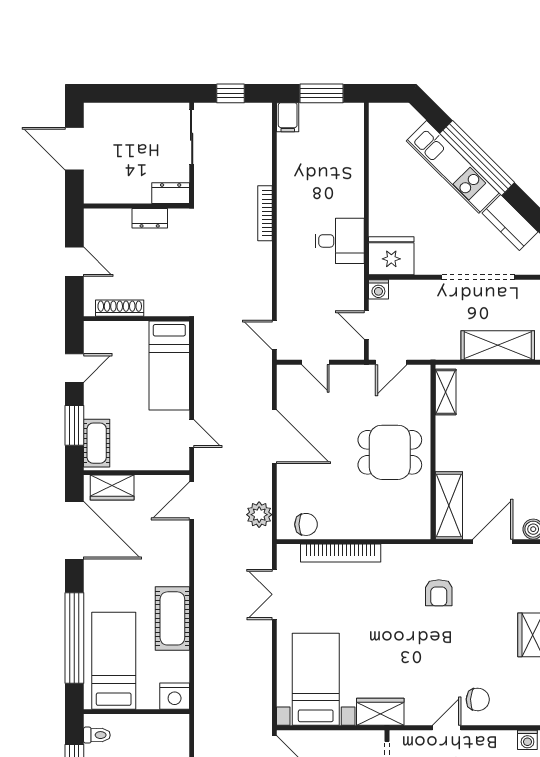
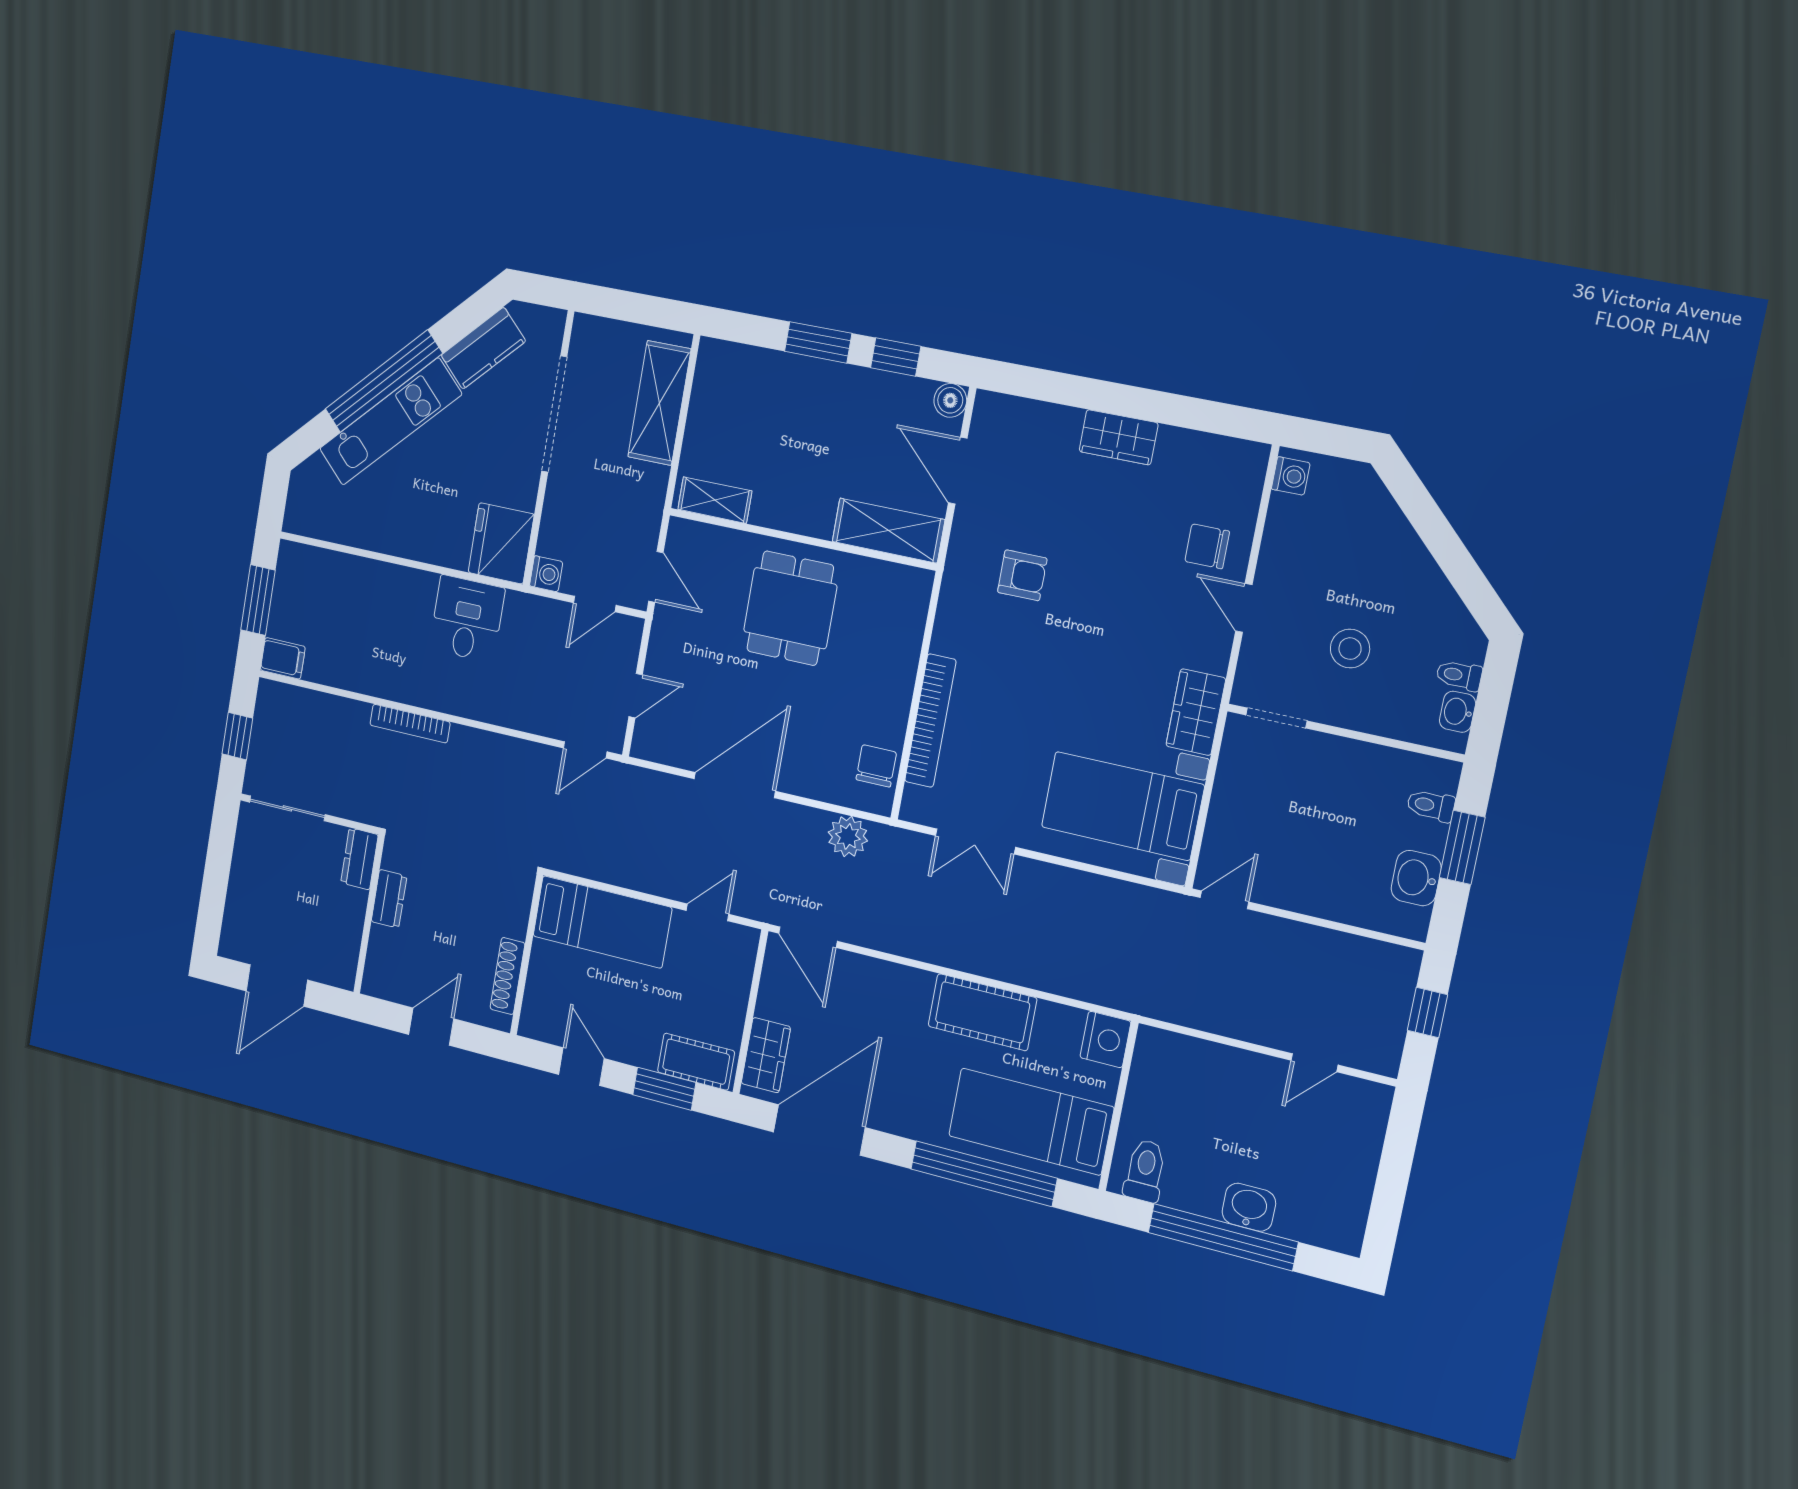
chair: (478, 699) -> (1207, 546), turned -93
toilet: (97, 735) -> (1145, 1171), width x1.37, depth x1.39

